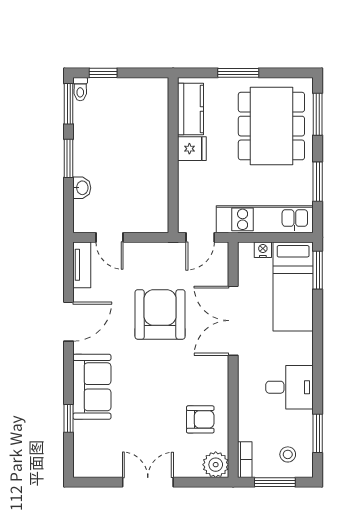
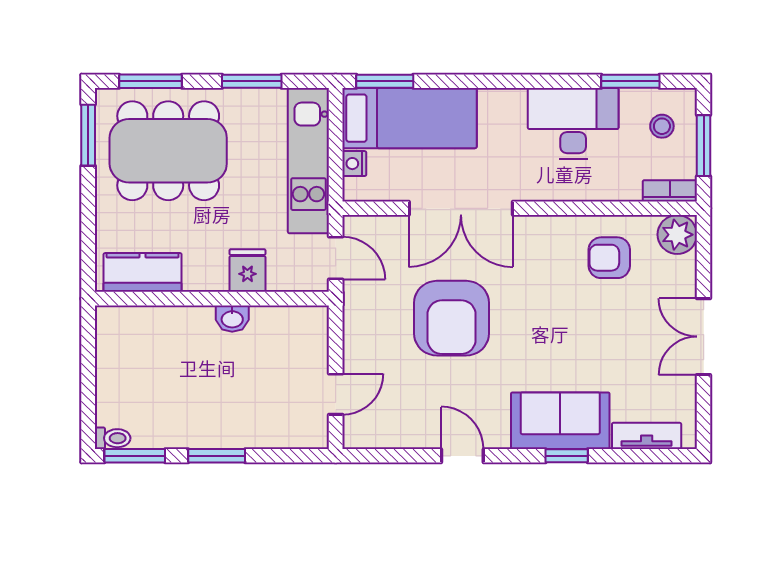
window: (103, 73) -> (88, 404), removed
window: (238, 73) -> (88, 135), moved
fridge: (192, 149) -> (247, 270), moved
washbasin: (82, 188) -> (232, 319), moved, turned 180
tv unit: (82, 265) -> (647, 436), moved
armchair: (160, 314) -> (452, 318), turned -90
door: (69, 322) -> (462, 456), width x0.73
desk: (290, 387) -> (573, 123), width x1.37
window: (69, 418) -> (567, 456), moved
armchair: (200, 419) -> (609, 258), turned -90

